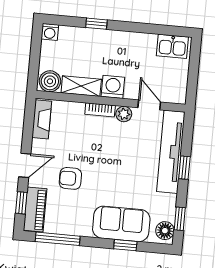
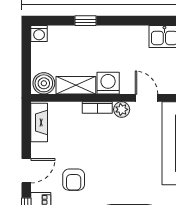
armchair: (70, 178) -> (74, 180), turned -90

